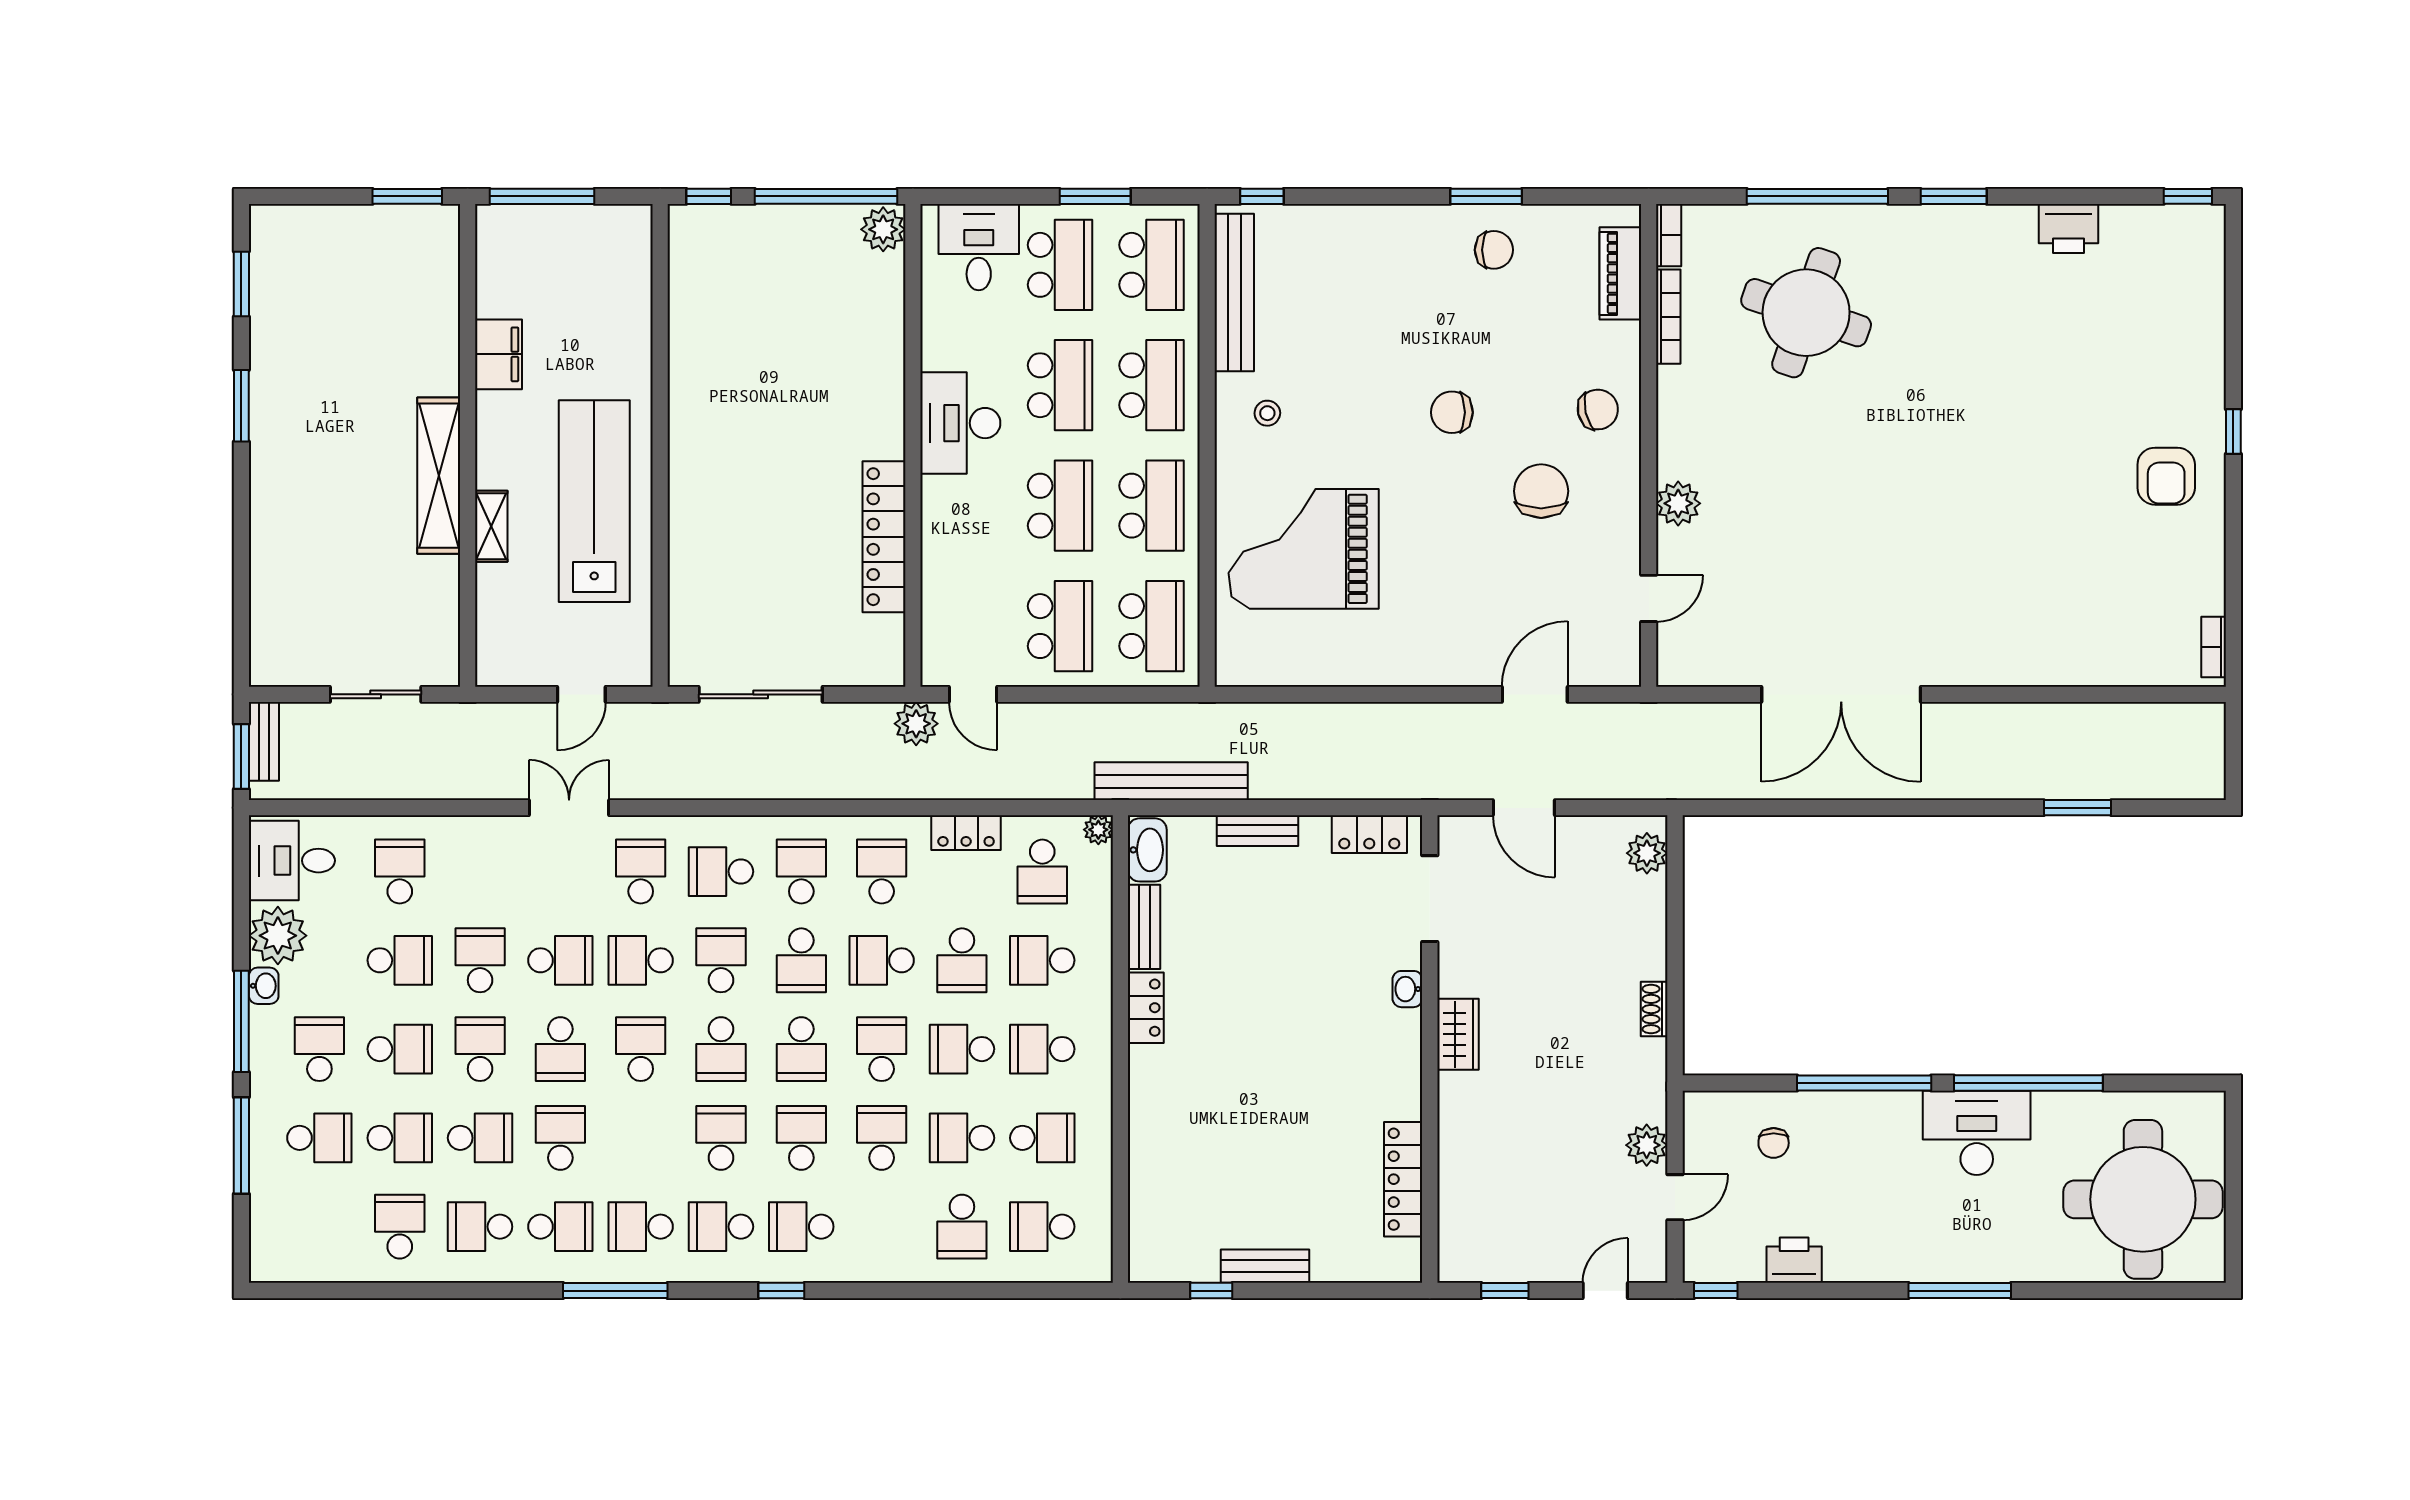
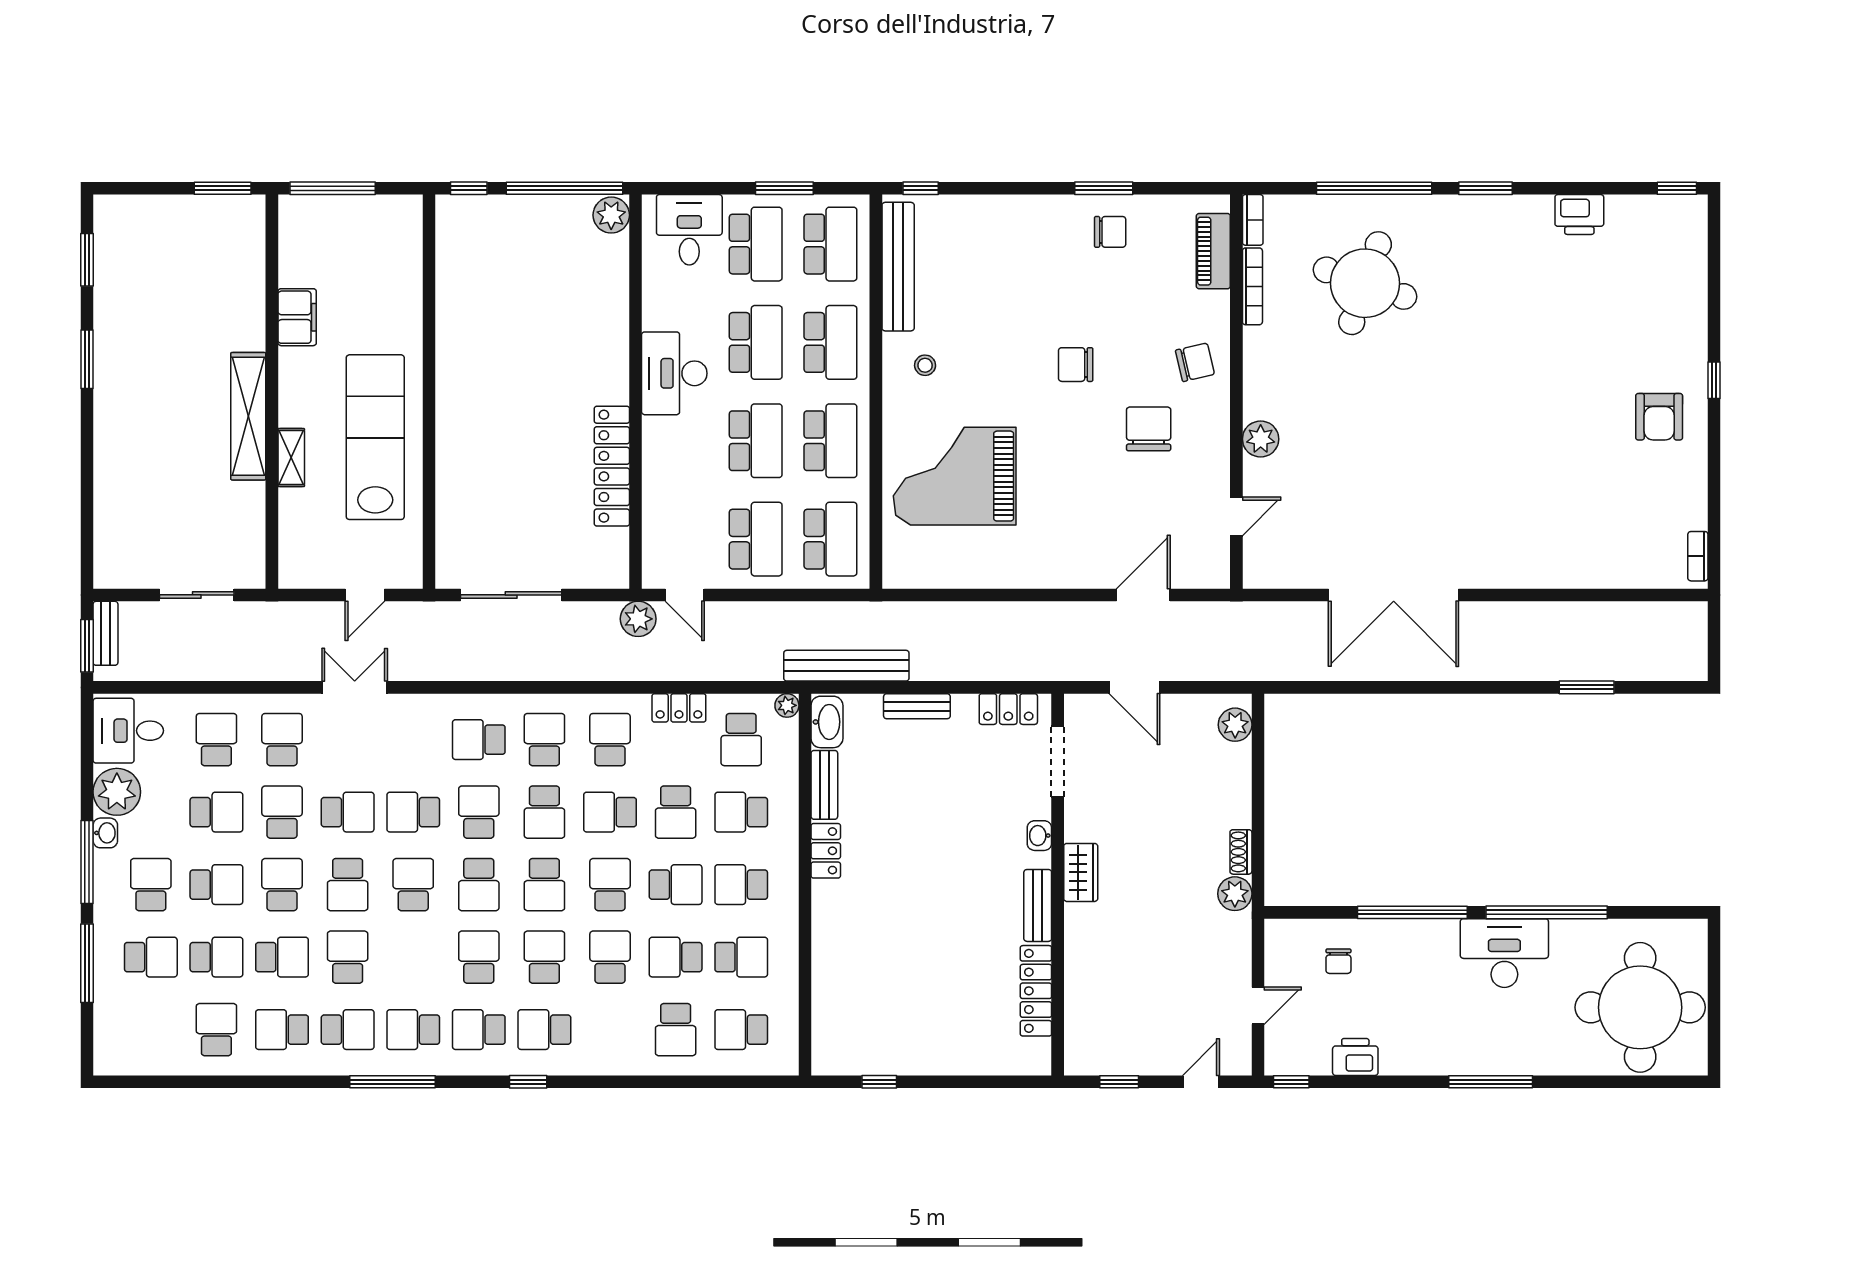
school desk: (641, 872) -> (282, 740), moved
school desk: (962, 1049) -> (676, 885), turned 180
plant: (1647, 1145) -> (1235, 894), moved
bench: (1265, 1266) -> (1038, 905), moved, turned 90

